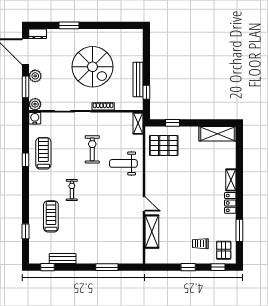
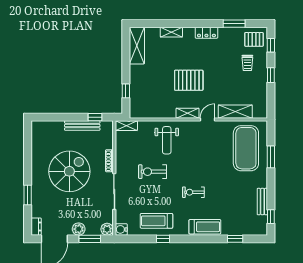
pallet: (164, 145) -> (189, 80), moved, turned 90
shelving: (231, 180) -> (171, 32), moved
shelving: (150, 184) -> (188, 113), added
treadmill: (51, 216) -> (205, 227), moved, turned 180
exercise mat: (116, 242) -> (246, 148), added

